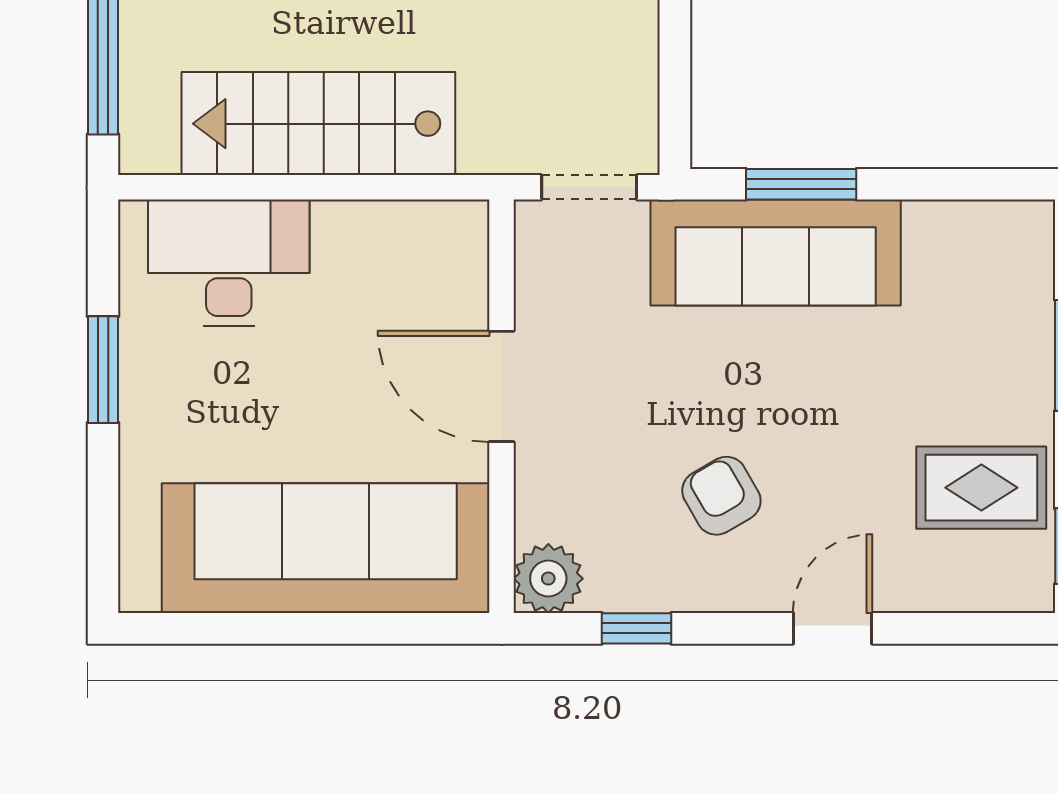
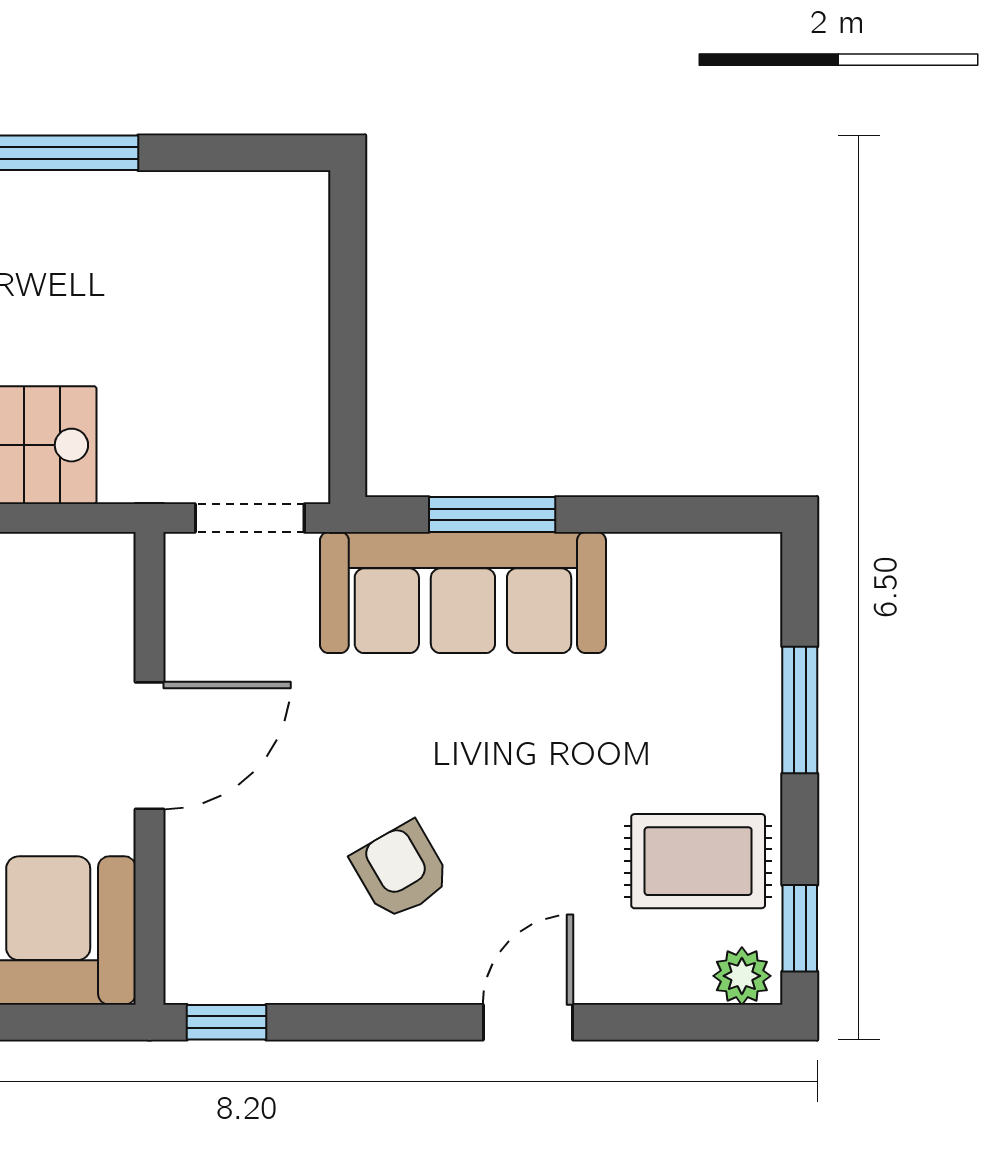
door: (501, 386) -> (149, 746), swing flipped
plant: (548, 579) -> (742, 976), moved, width x0.73, depth x0.73
window: (637, 628) -> (226, 1022), moved

